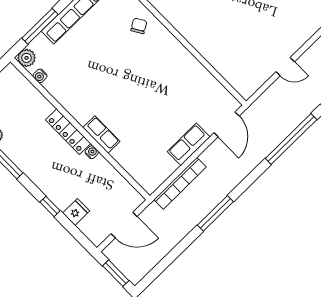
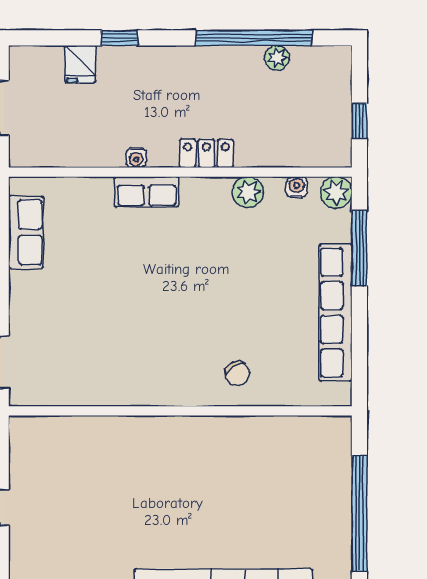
plant: (61, 94) -> (248, 192), added
locker: (68, 132) -> (206, 153), width x0.66
row of seats: (189, 144) -> (26, 232), moved

